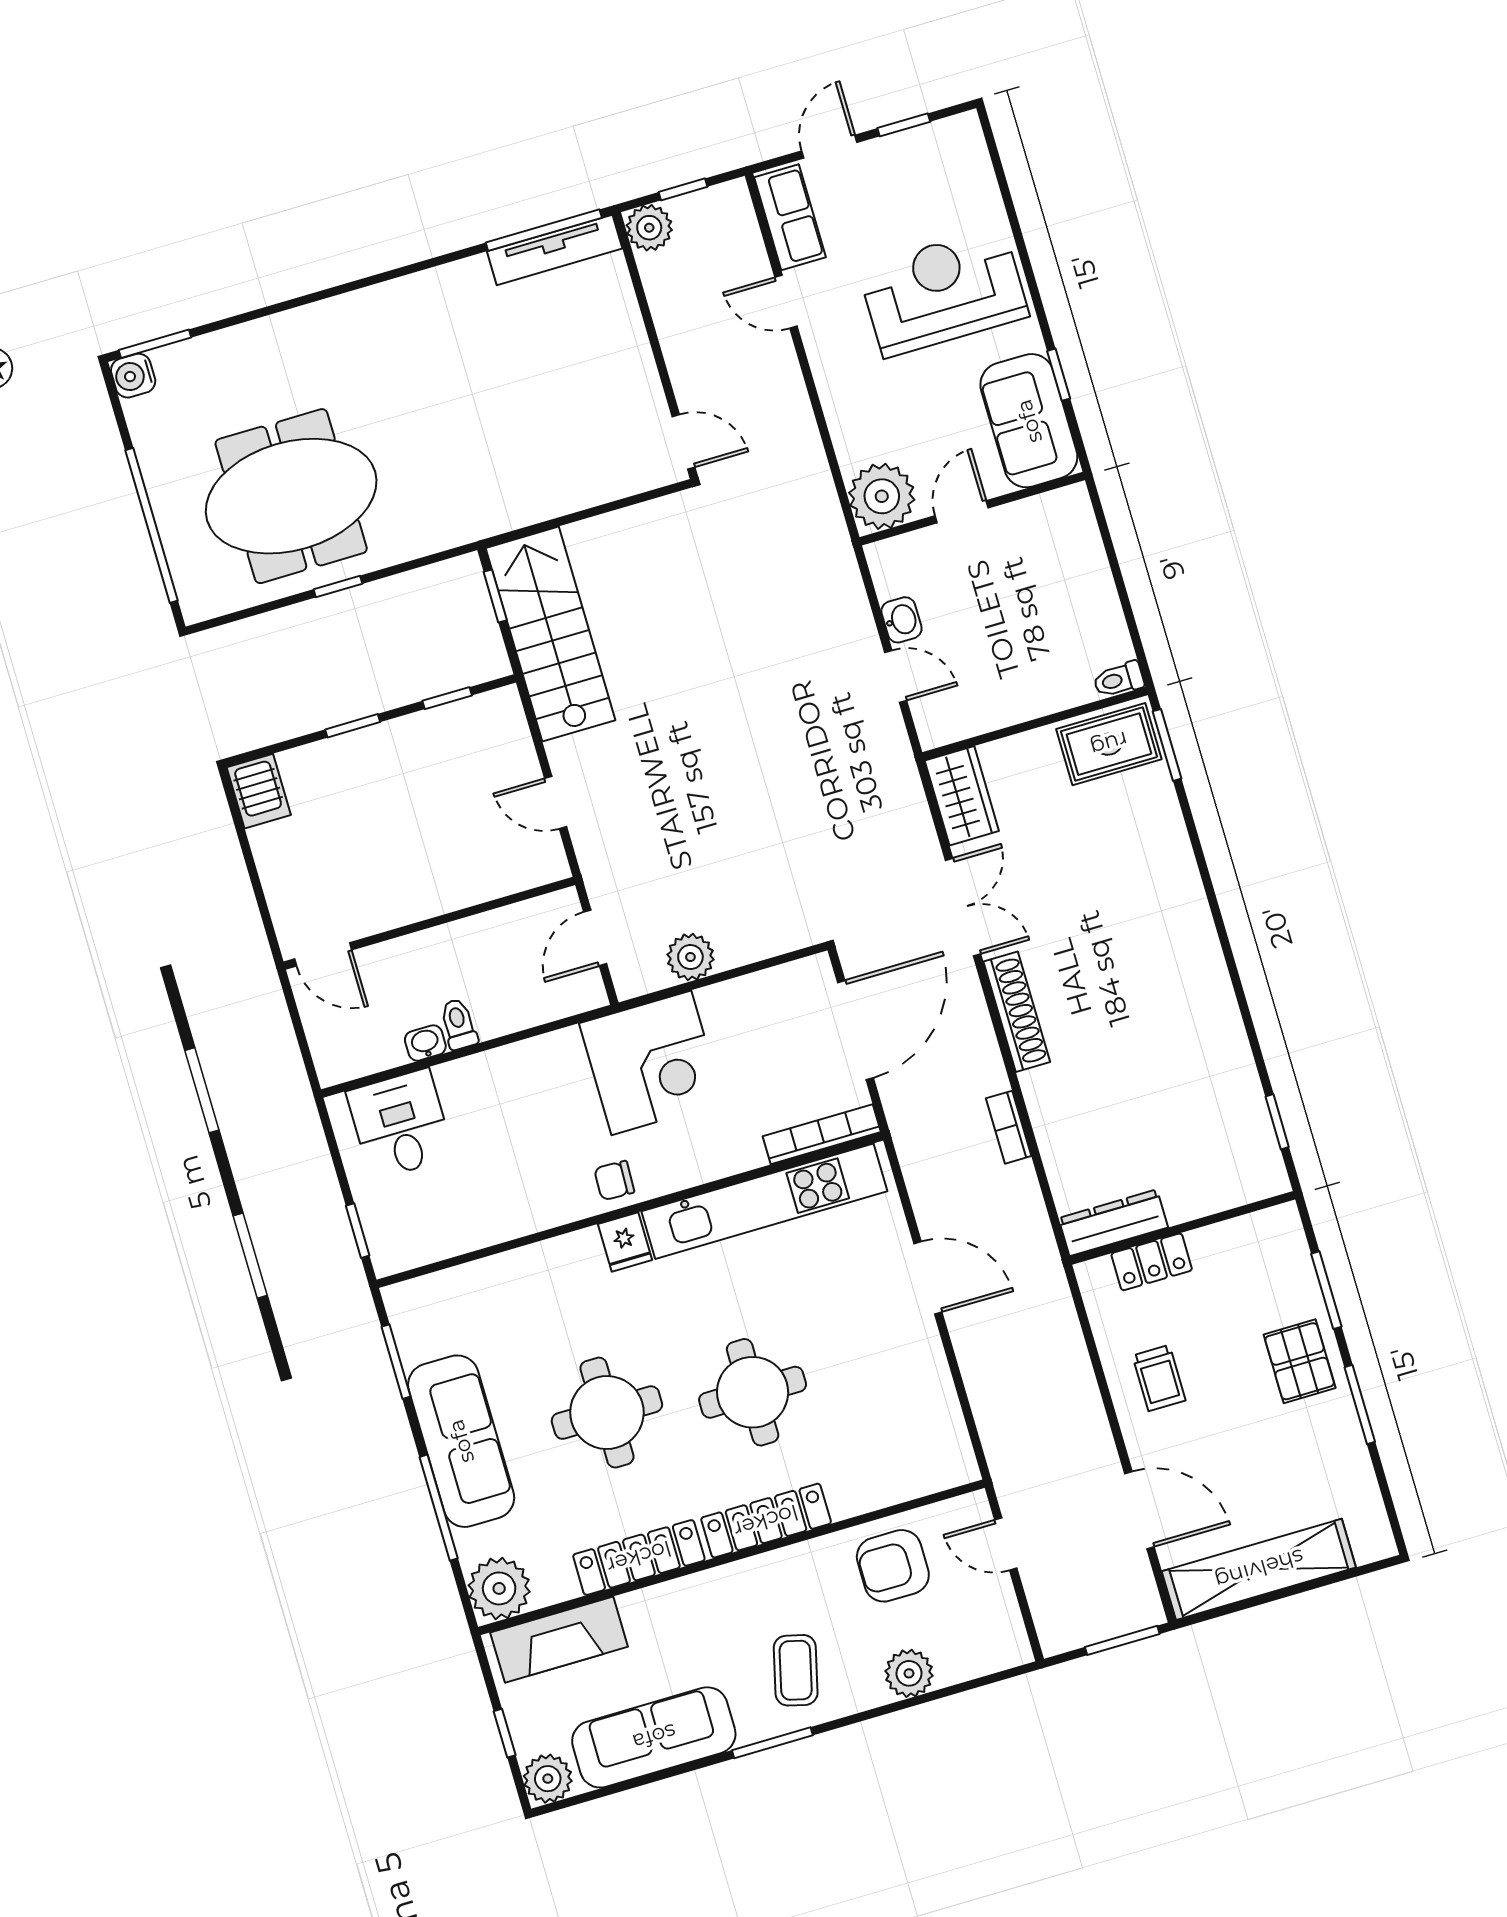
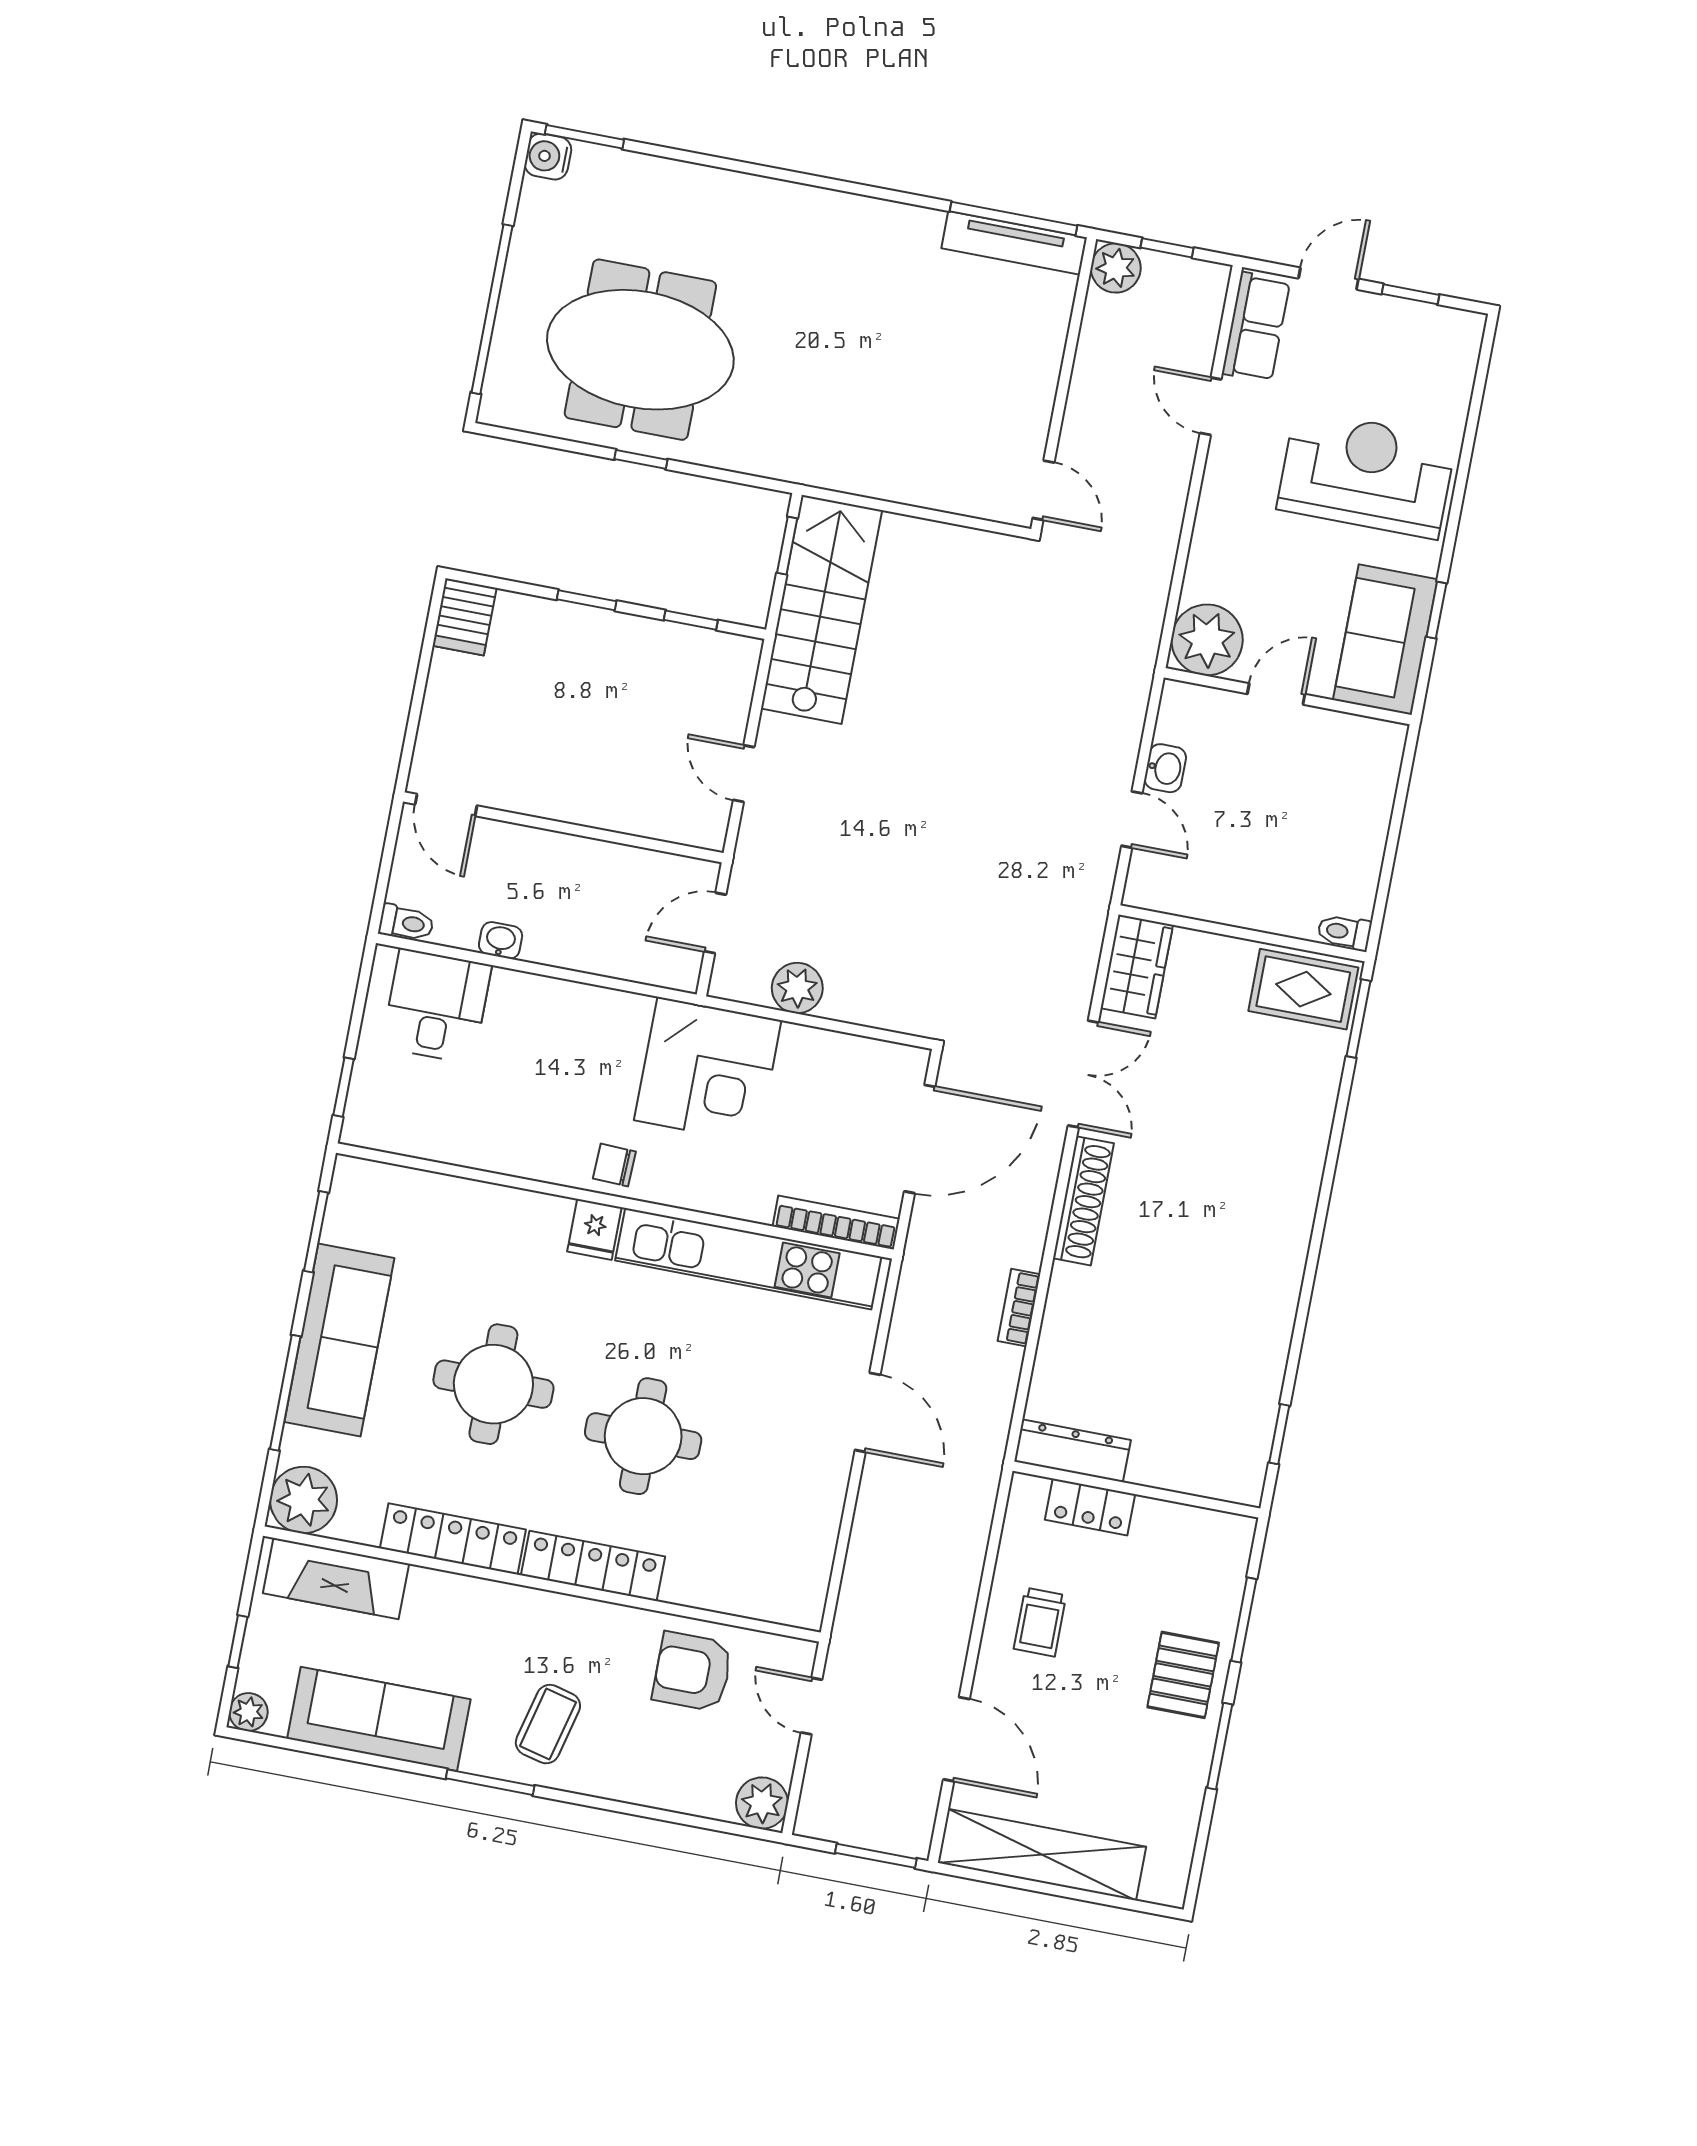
toilet: (459, 1024) -> (406, 923), moved, turned 90
plant: (909, 1673) -> (762, 1803), moved
plant: (548, 1779) -> (248, 1712), width x0.73, depth x0.73

